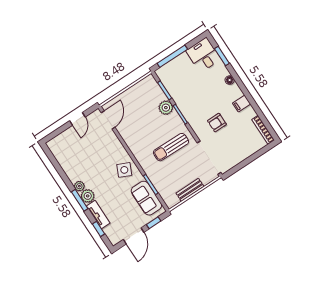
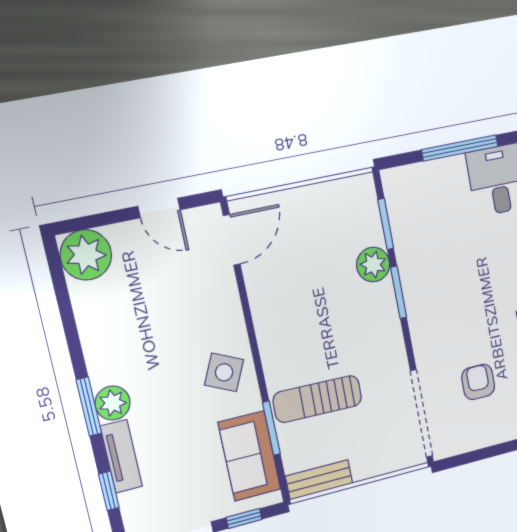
window: (172, 56) -> (460, 148), moved
door: (77, 119) -> (159, 208), hinge flipped
armchair: (217, 123) -> (478, 382), moved, turned 90
sun lounger: (171, 147) -> (317, 399), moved
plant: (79, 186) -> (86, 255), moved, width x1.88, depth x1.88
bench: (190, 190) -> (319, 480), moved

